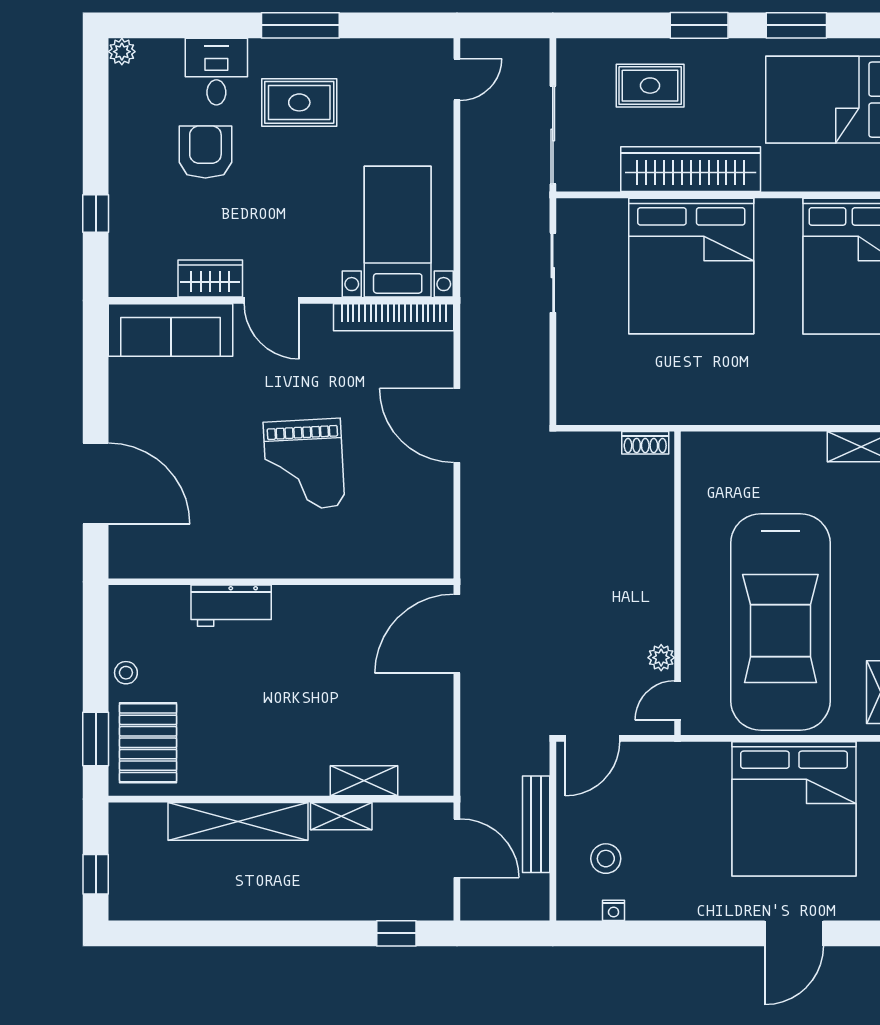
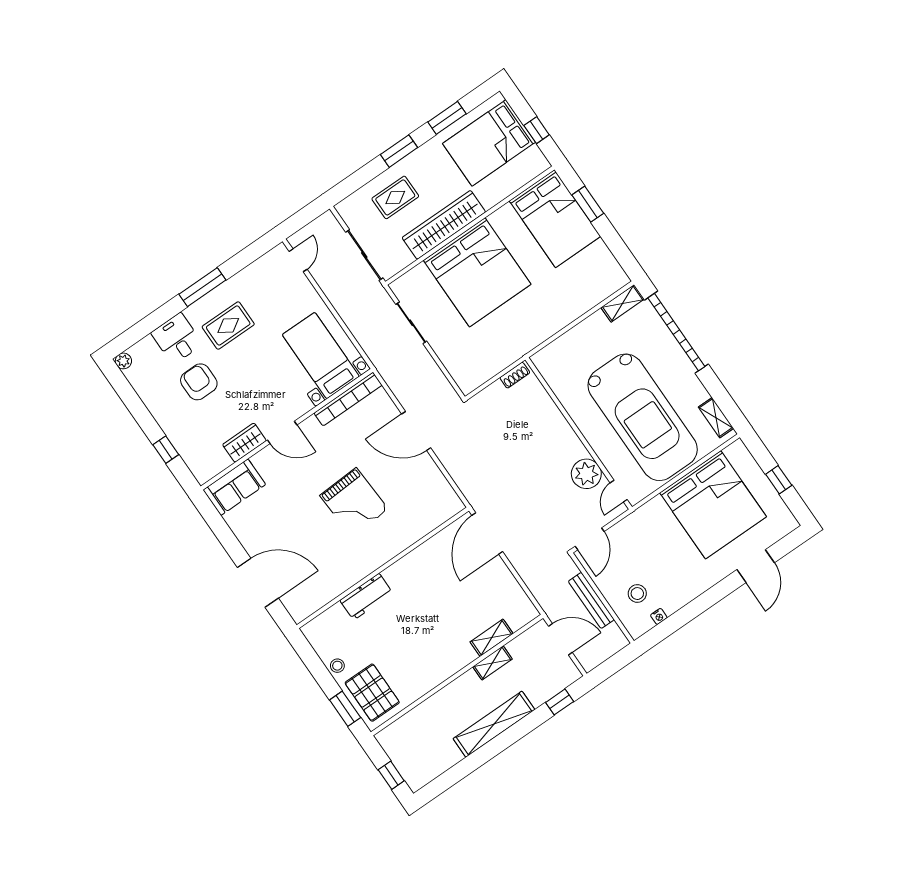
sofa: (171, 330) -> (234, 487), width x0.73
plant: (661, 658) -> (586, 474), width x1.87, depth x1.87
shelving: (238, 821) -> (494, 724), moved

